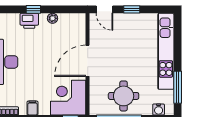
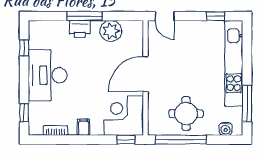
window: (33, 9) -> (84, 16), width x2.17
window: (132, 9) -> (215, 16), moved
plant: (53, 18) -> (111, 31), width x1.87, depth x1.87

